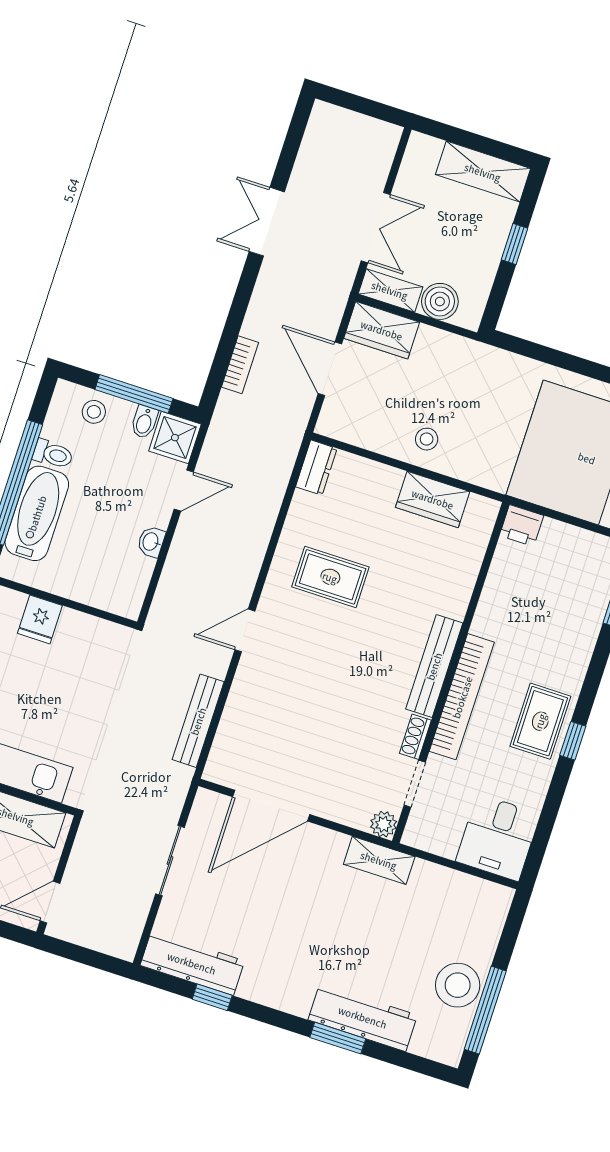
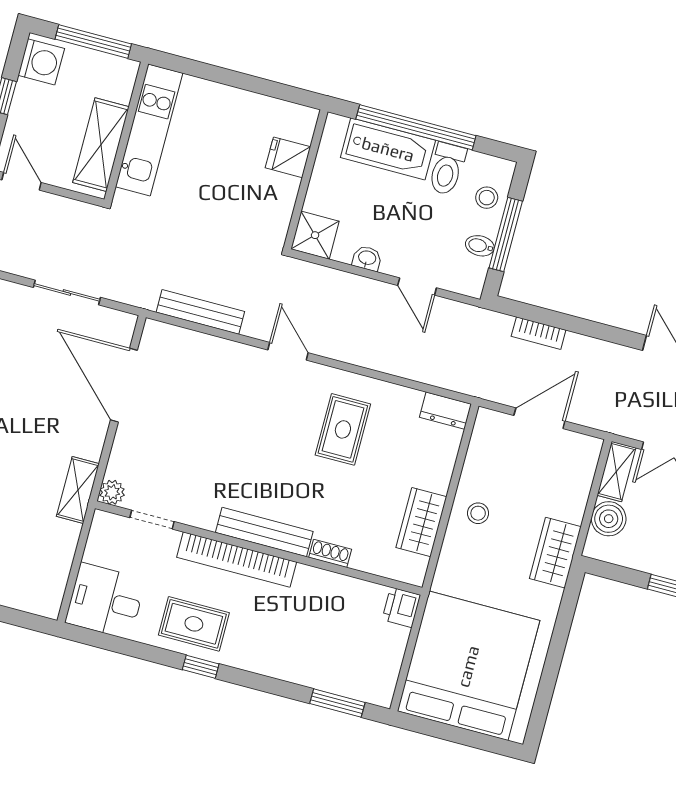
wardrobe: (382, 330) -> (555, 553), moved
shower: (175, 438) -> (315, 235), moved
toilet: (53, 454) -> (447, 169), width x1.37, depth x1.39
rug: (540, 721) -> (194, 624), moved
shoe rack: (415, 737) -> (330, 553), moved

